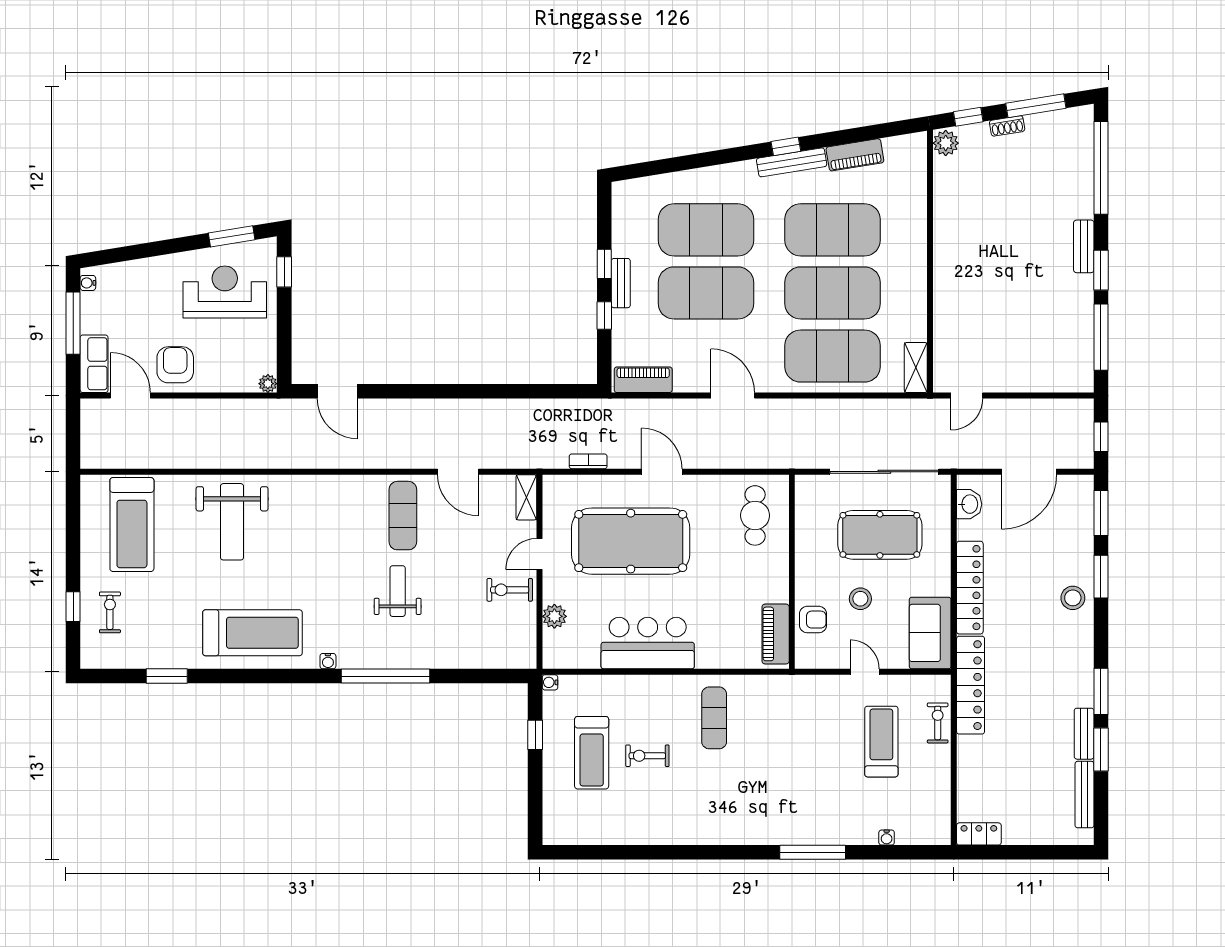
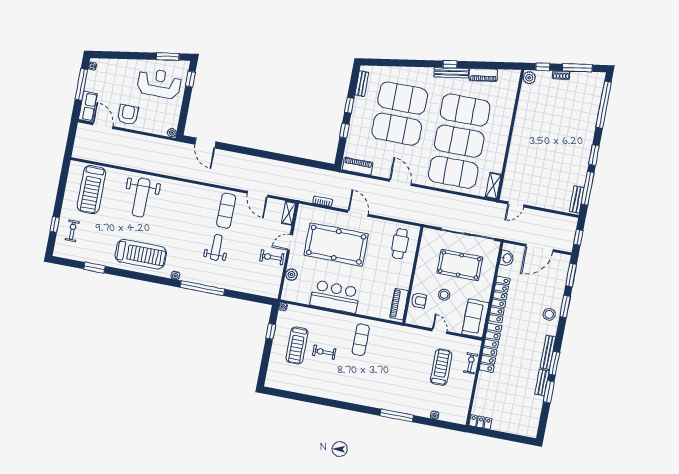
bench: (1084, 246) -> (577, 199), moved
bench: (621, 283) -> (362, 84), moved
bench: (1084, 795) -> (548, 352), moved

